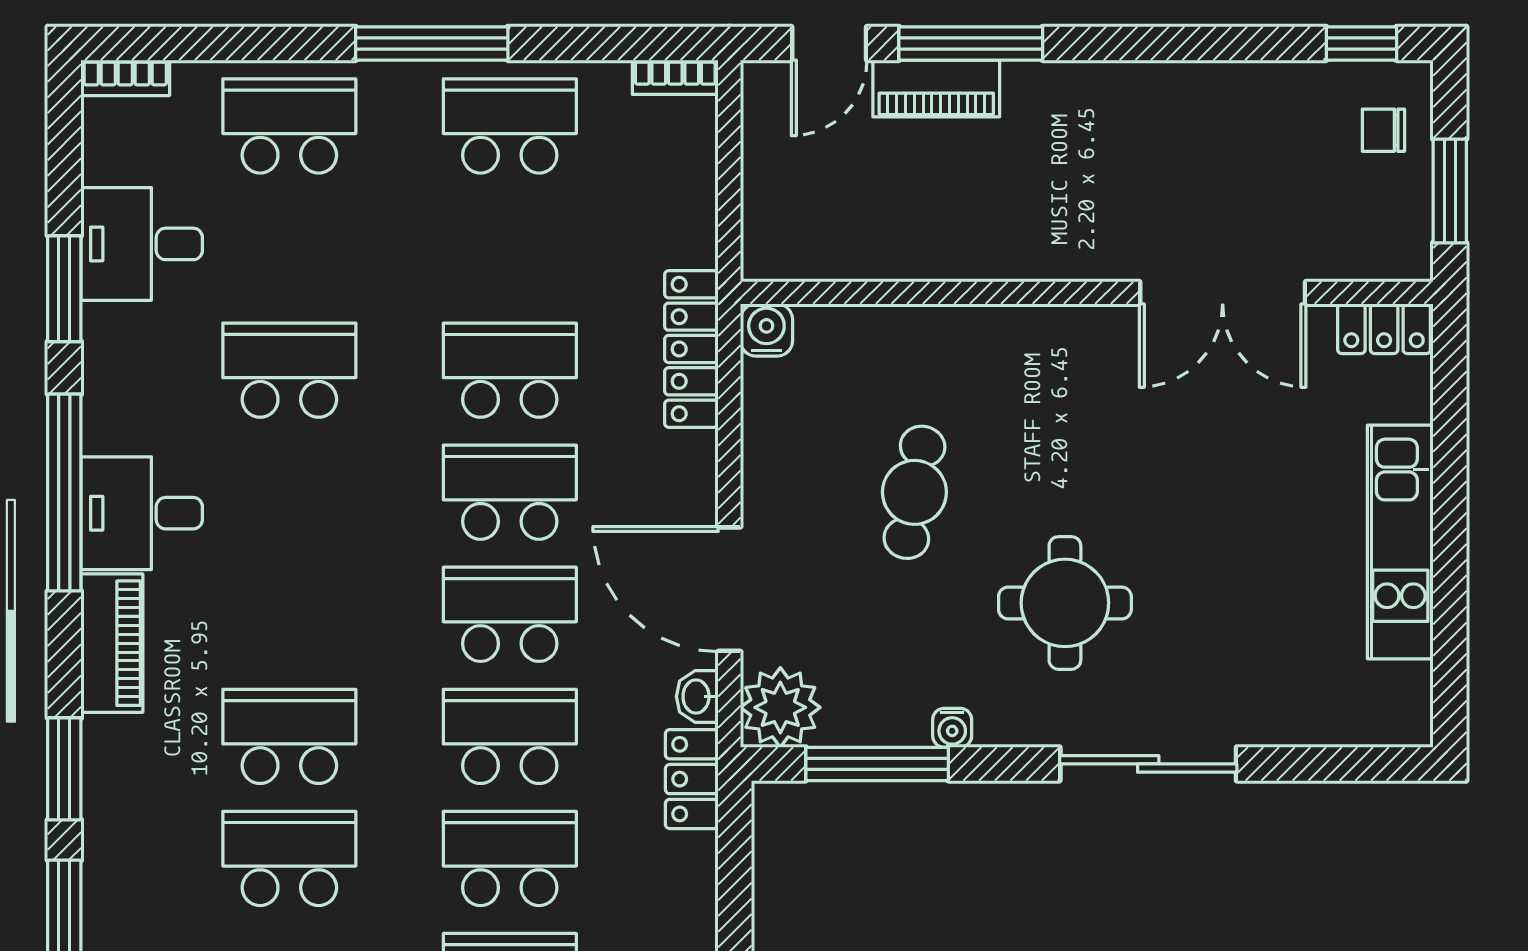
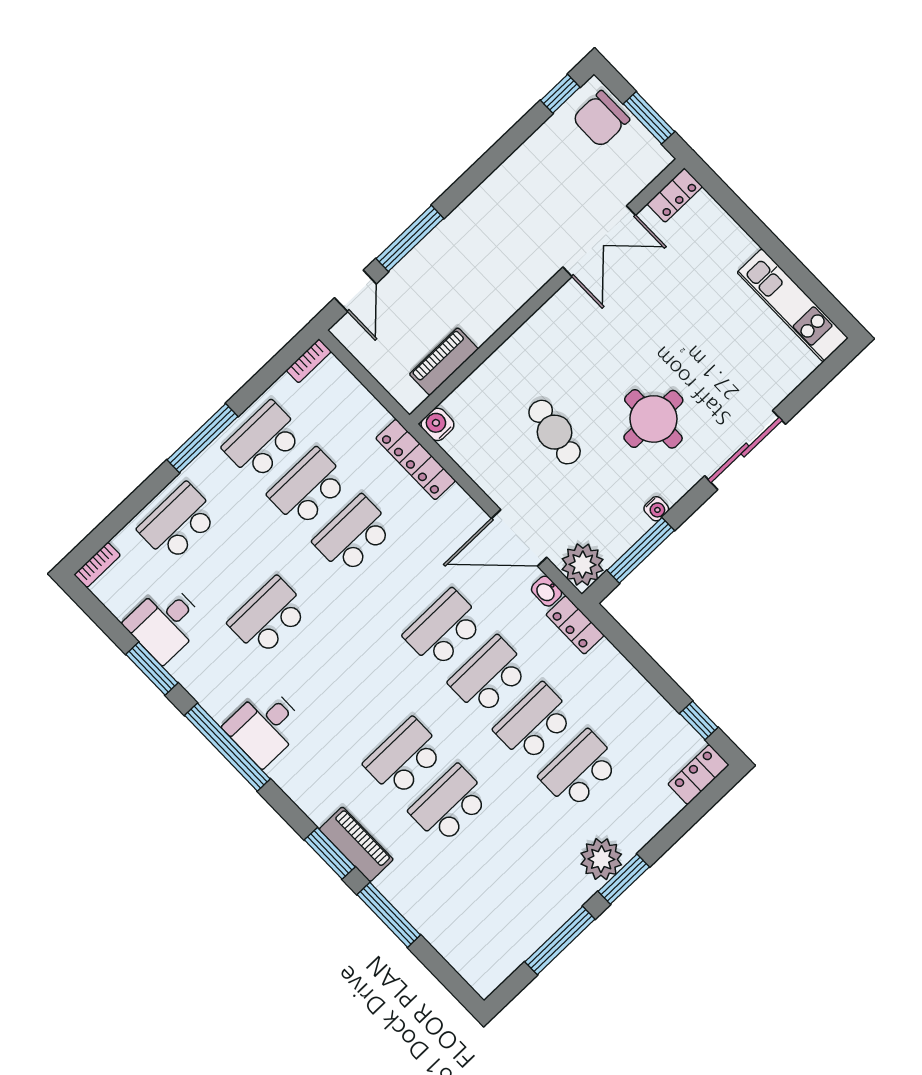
piano: (936, 88) -> (444, 361), moved, turned 180
chair: (1383, 130) -> (601, 119), width x1.87, depth x1.87
school desk: (510, 492) -> (308, 488), moved
kitchen unit: (1400, 542) -> (793, 305), moved
piano: (112, 643) -> (356, 844), moved

